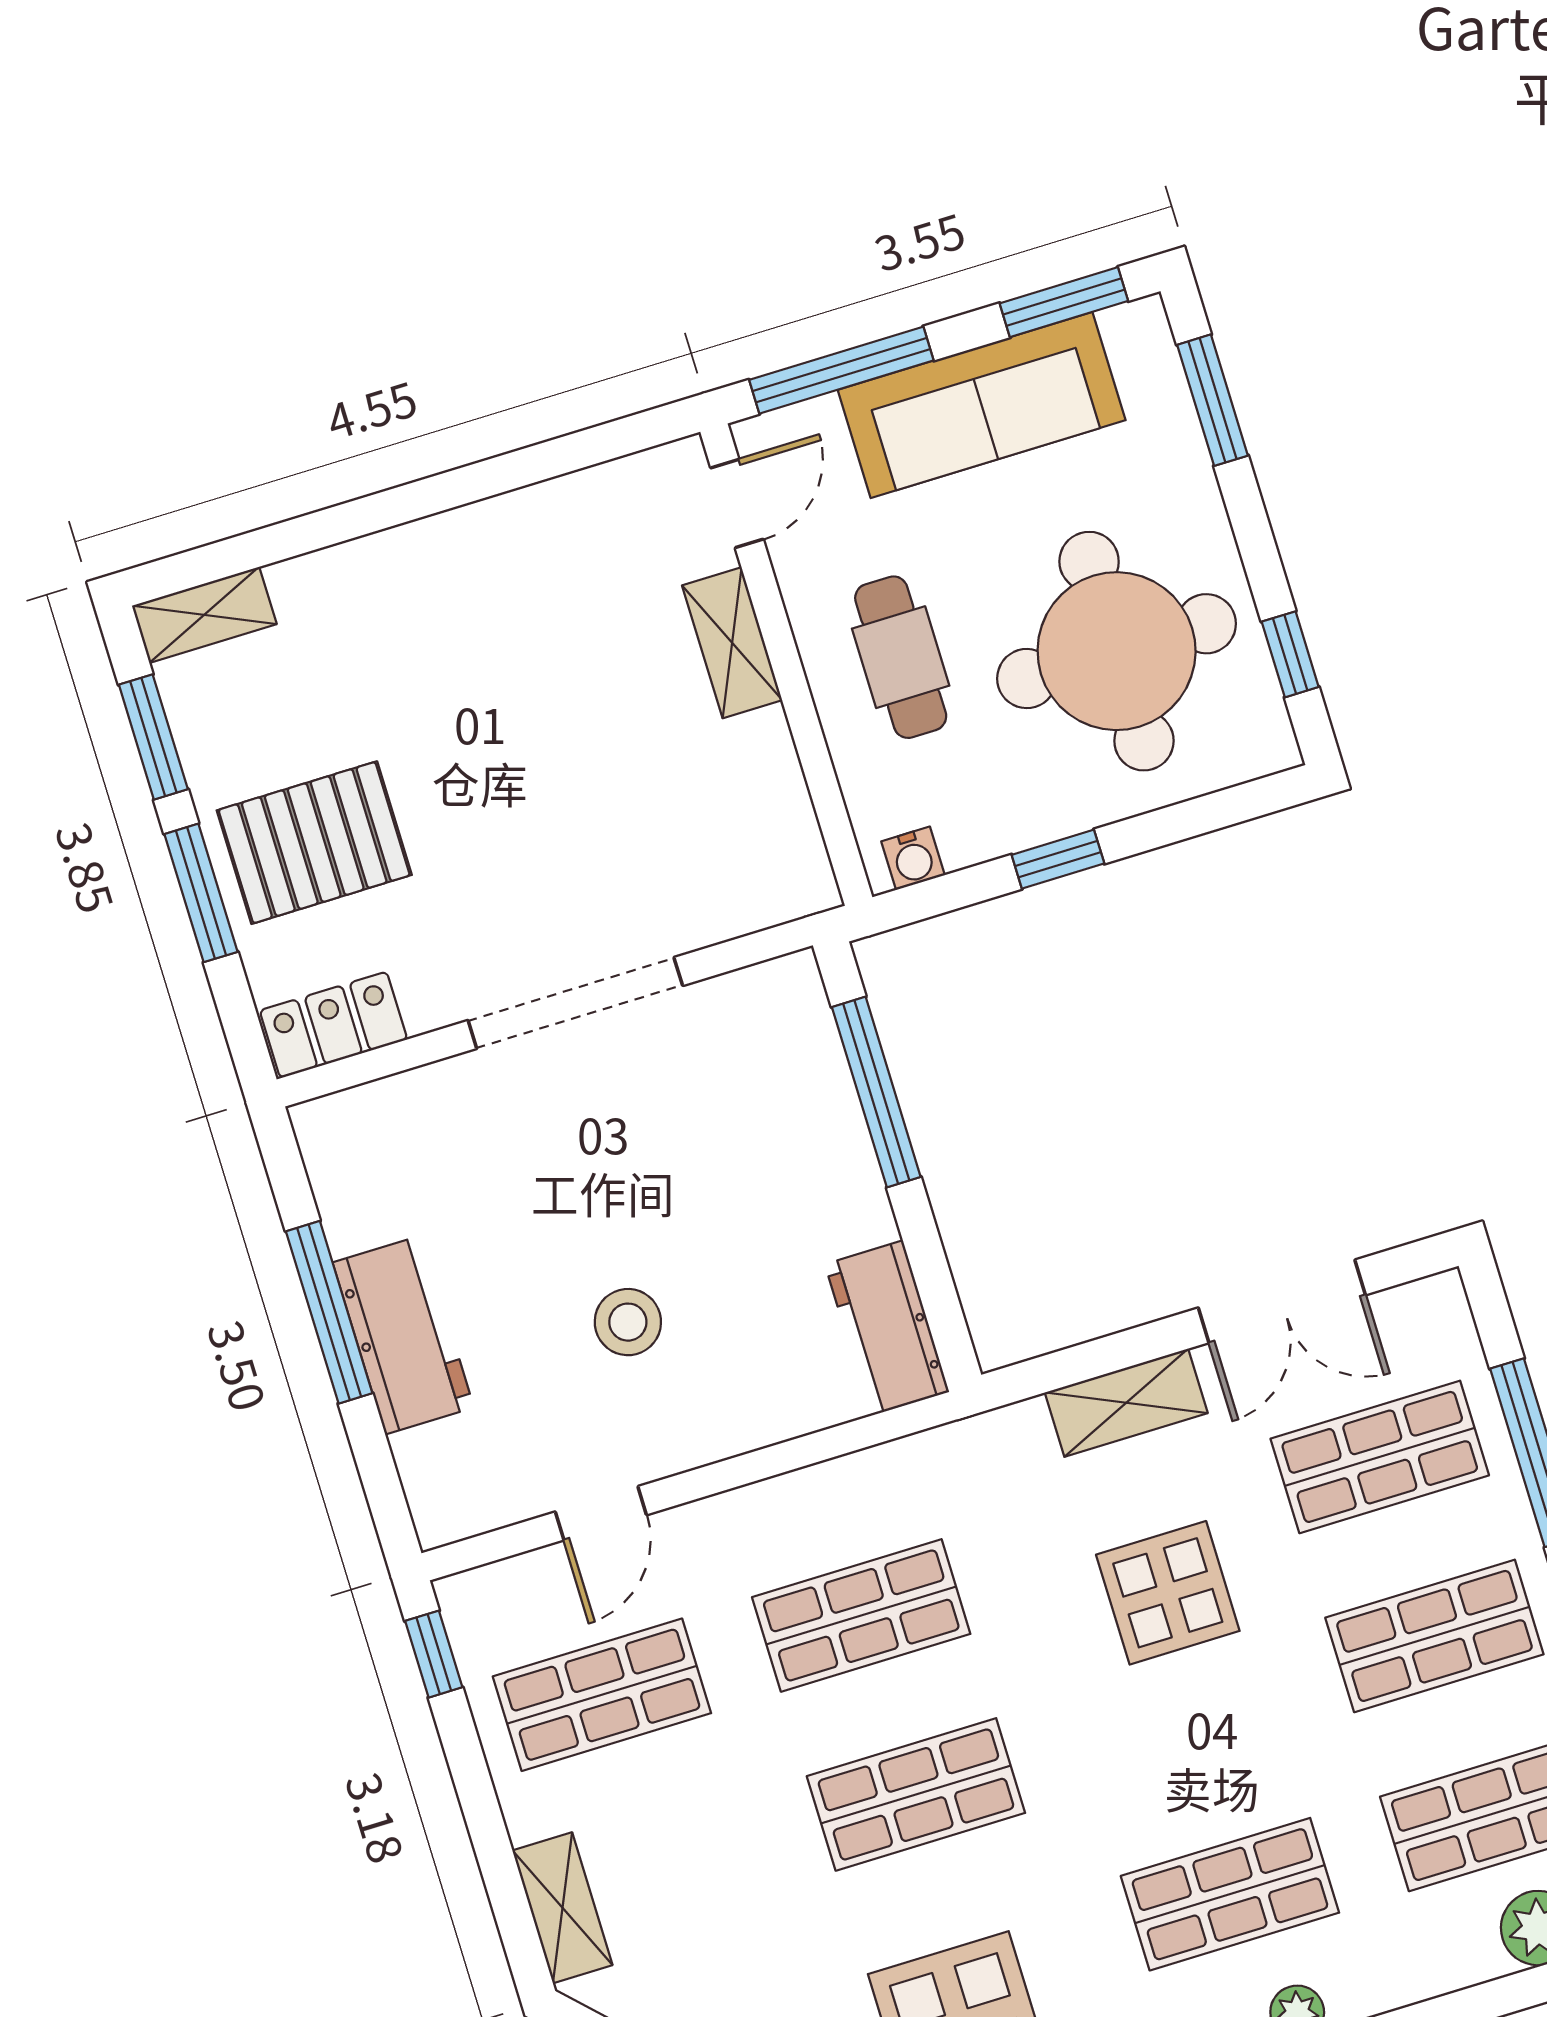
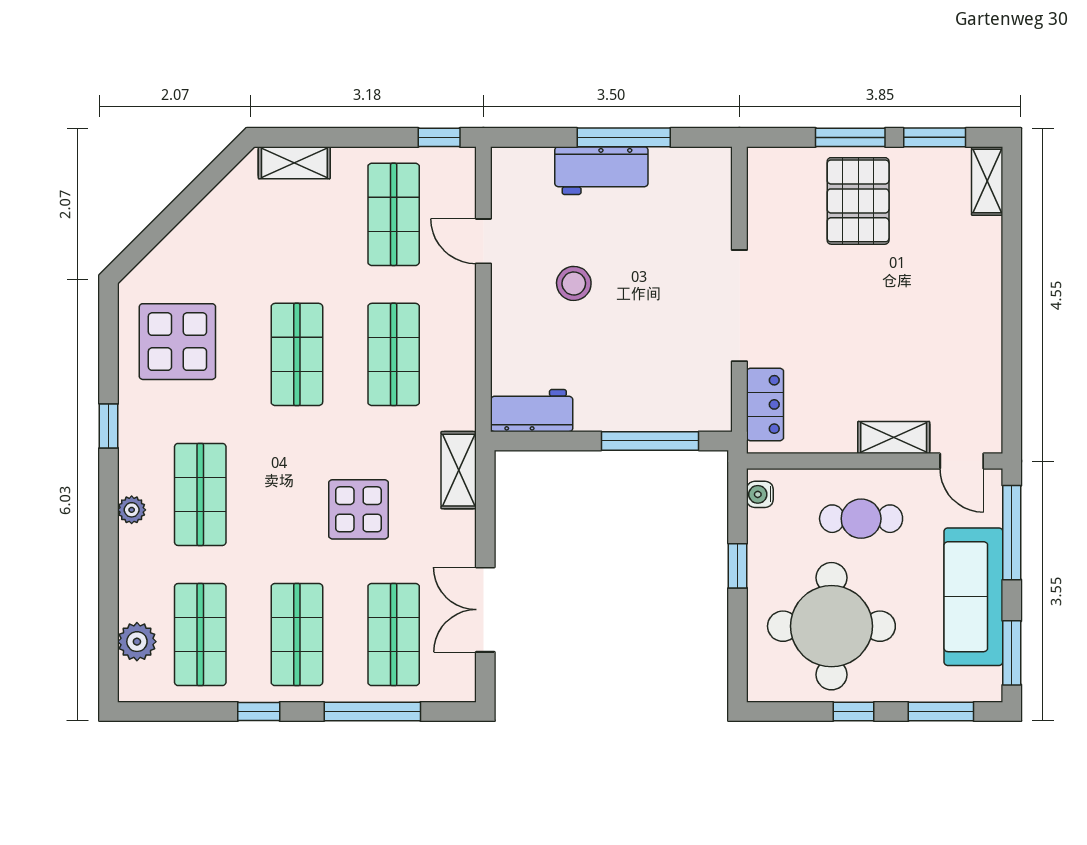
window: (1290, 654) -> (854, 711), moved
locker: (333, 1025) -> (765, 404), moved
shelving: (1126, 1403) -> (459, 470), moved

